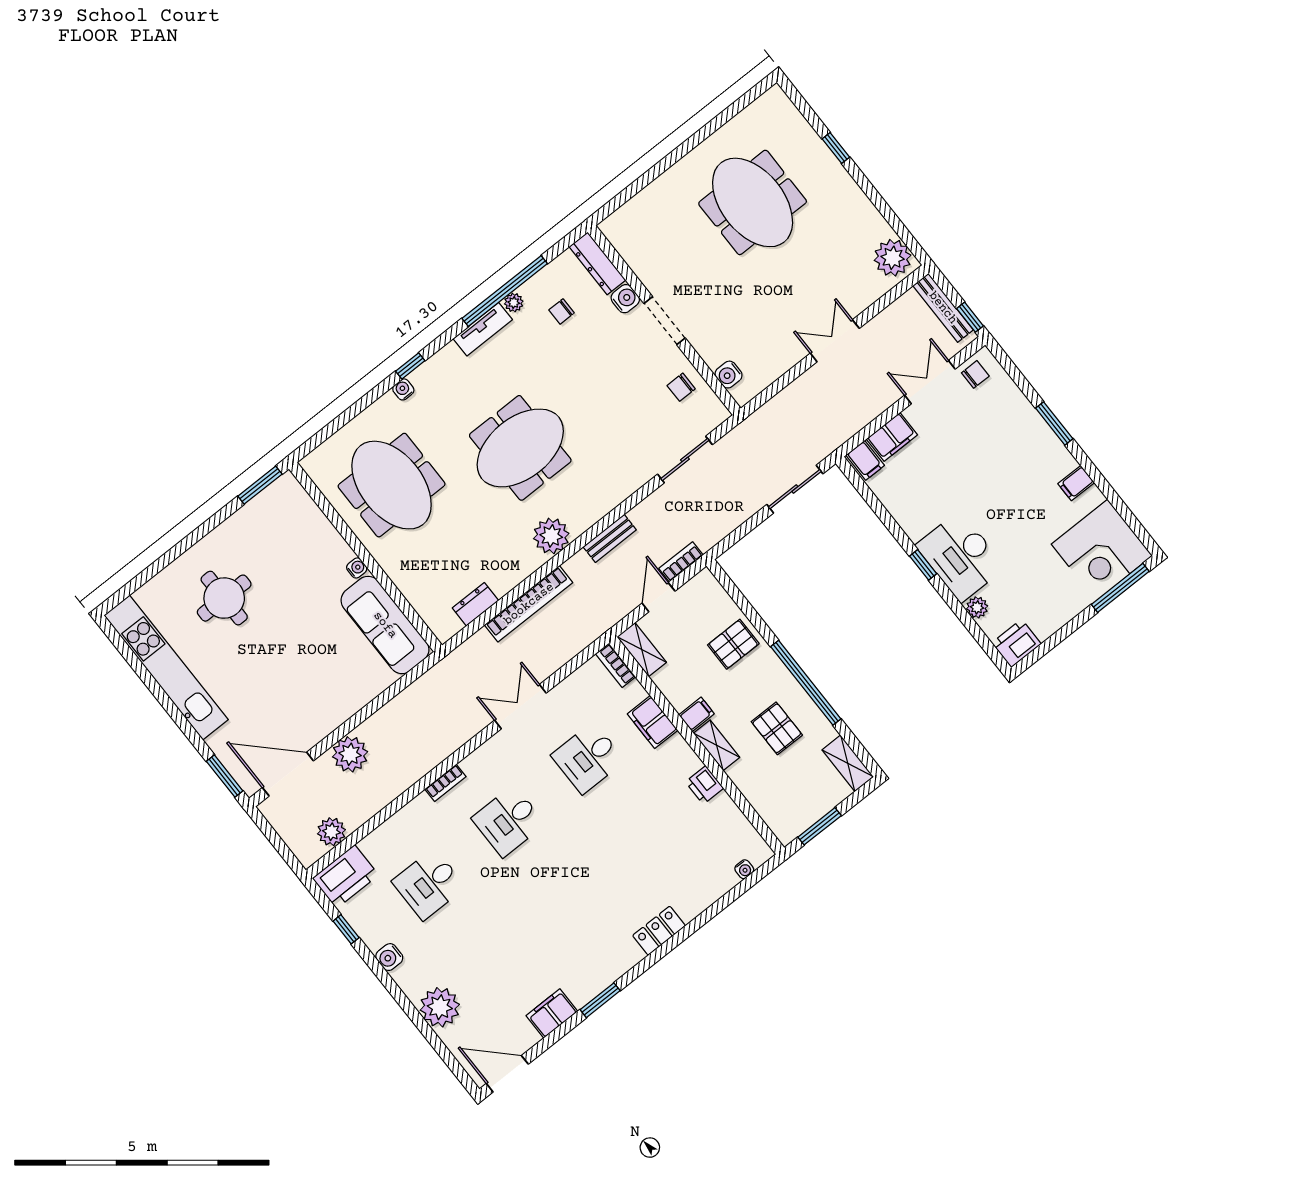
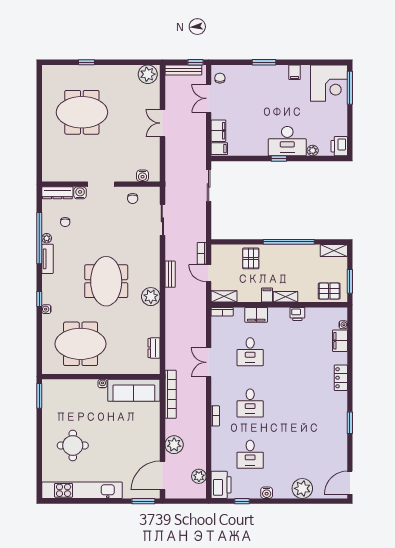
bookcase: (529, 604) -> (171, 394), moved
pallet: (777, 728) -> (329, 291), moved
filing cabinet: (552, 1014) -> (340, 341), moved

